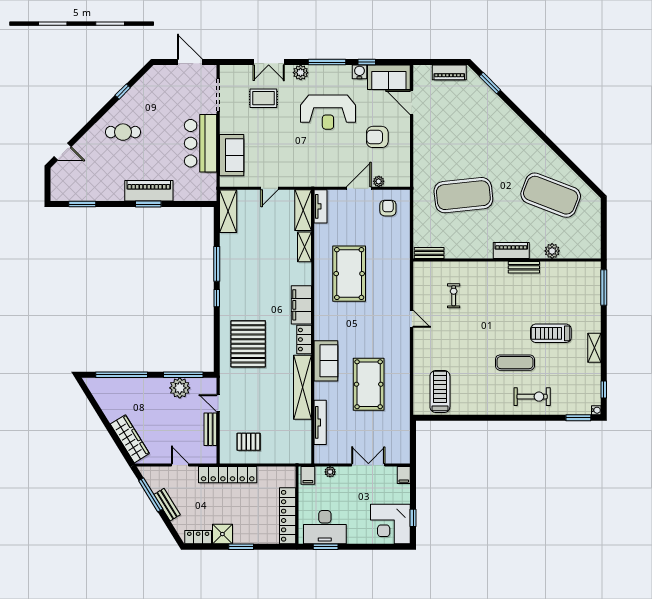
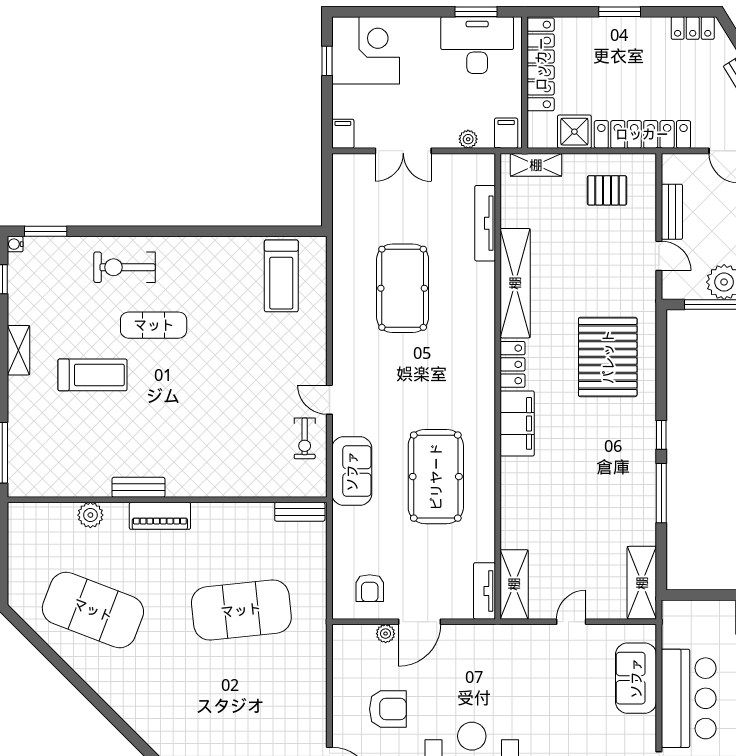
shelving: (305, 247) -> (536, 165), moved, turned 90
exercise bike: (454, 296) -> (305, 438), moved
sofa: (326, 361) -> (352, 471), moved, turned 180
shower: (222, 534) -> (574, 132), moved

